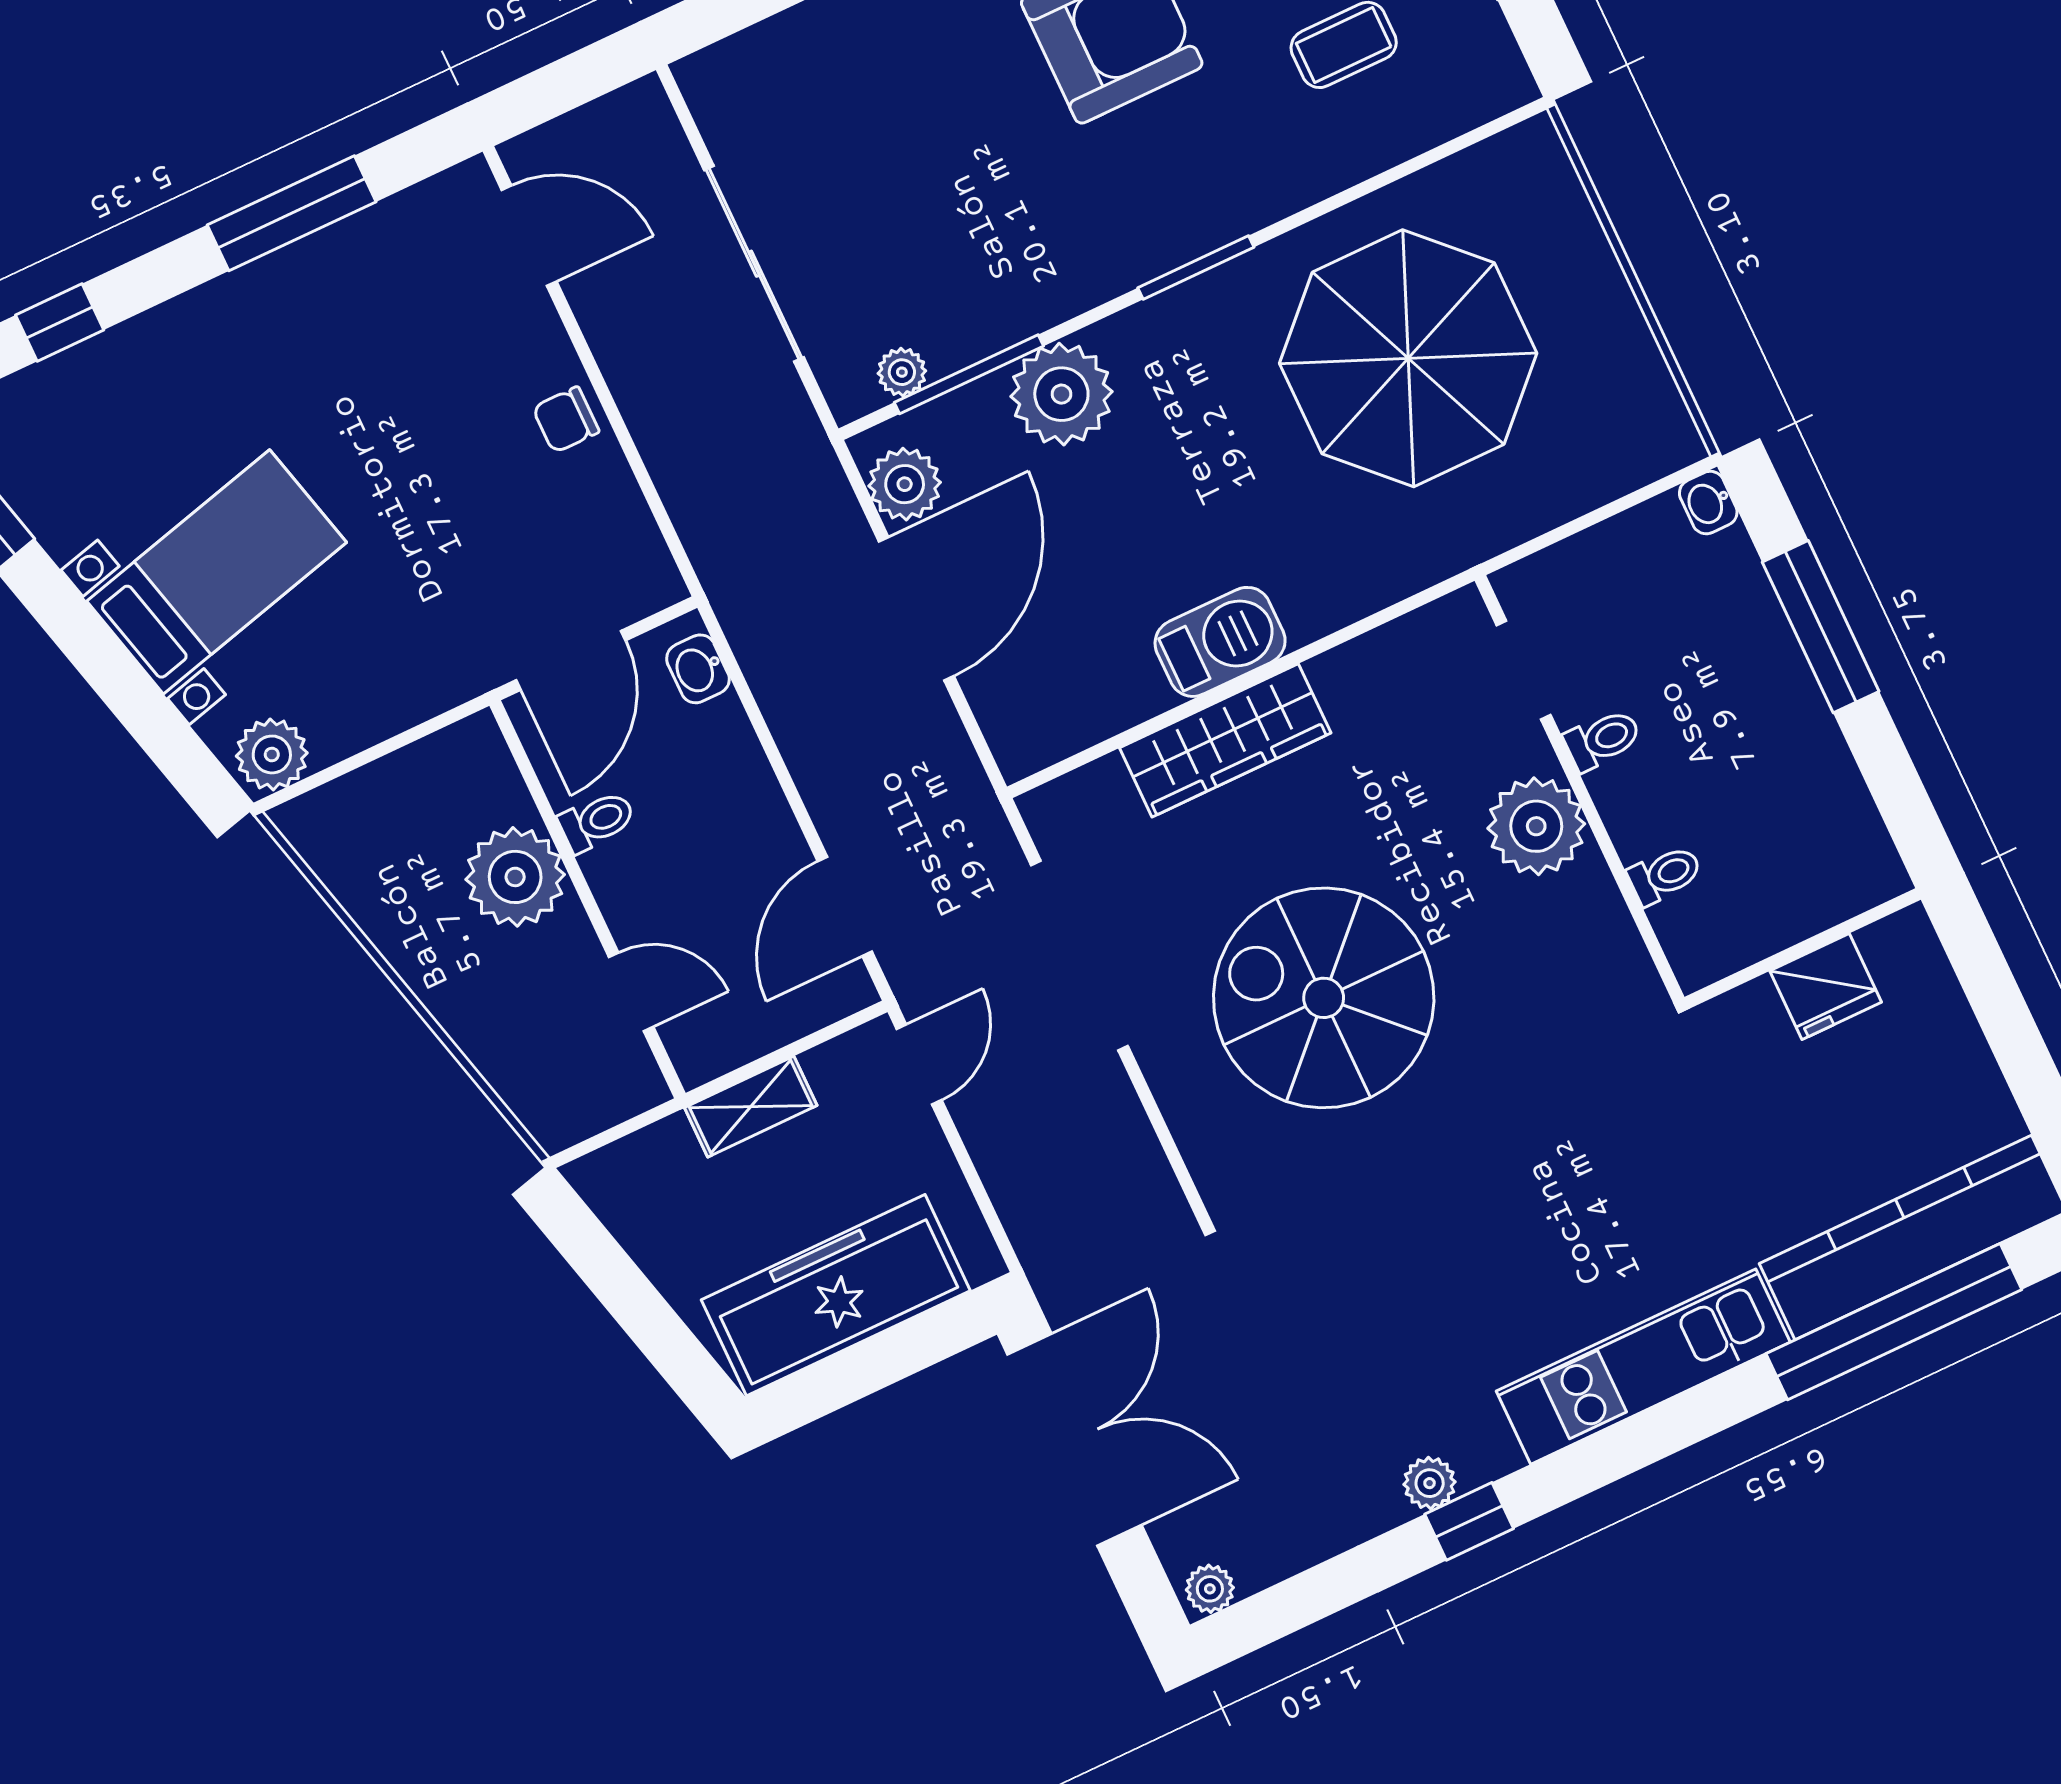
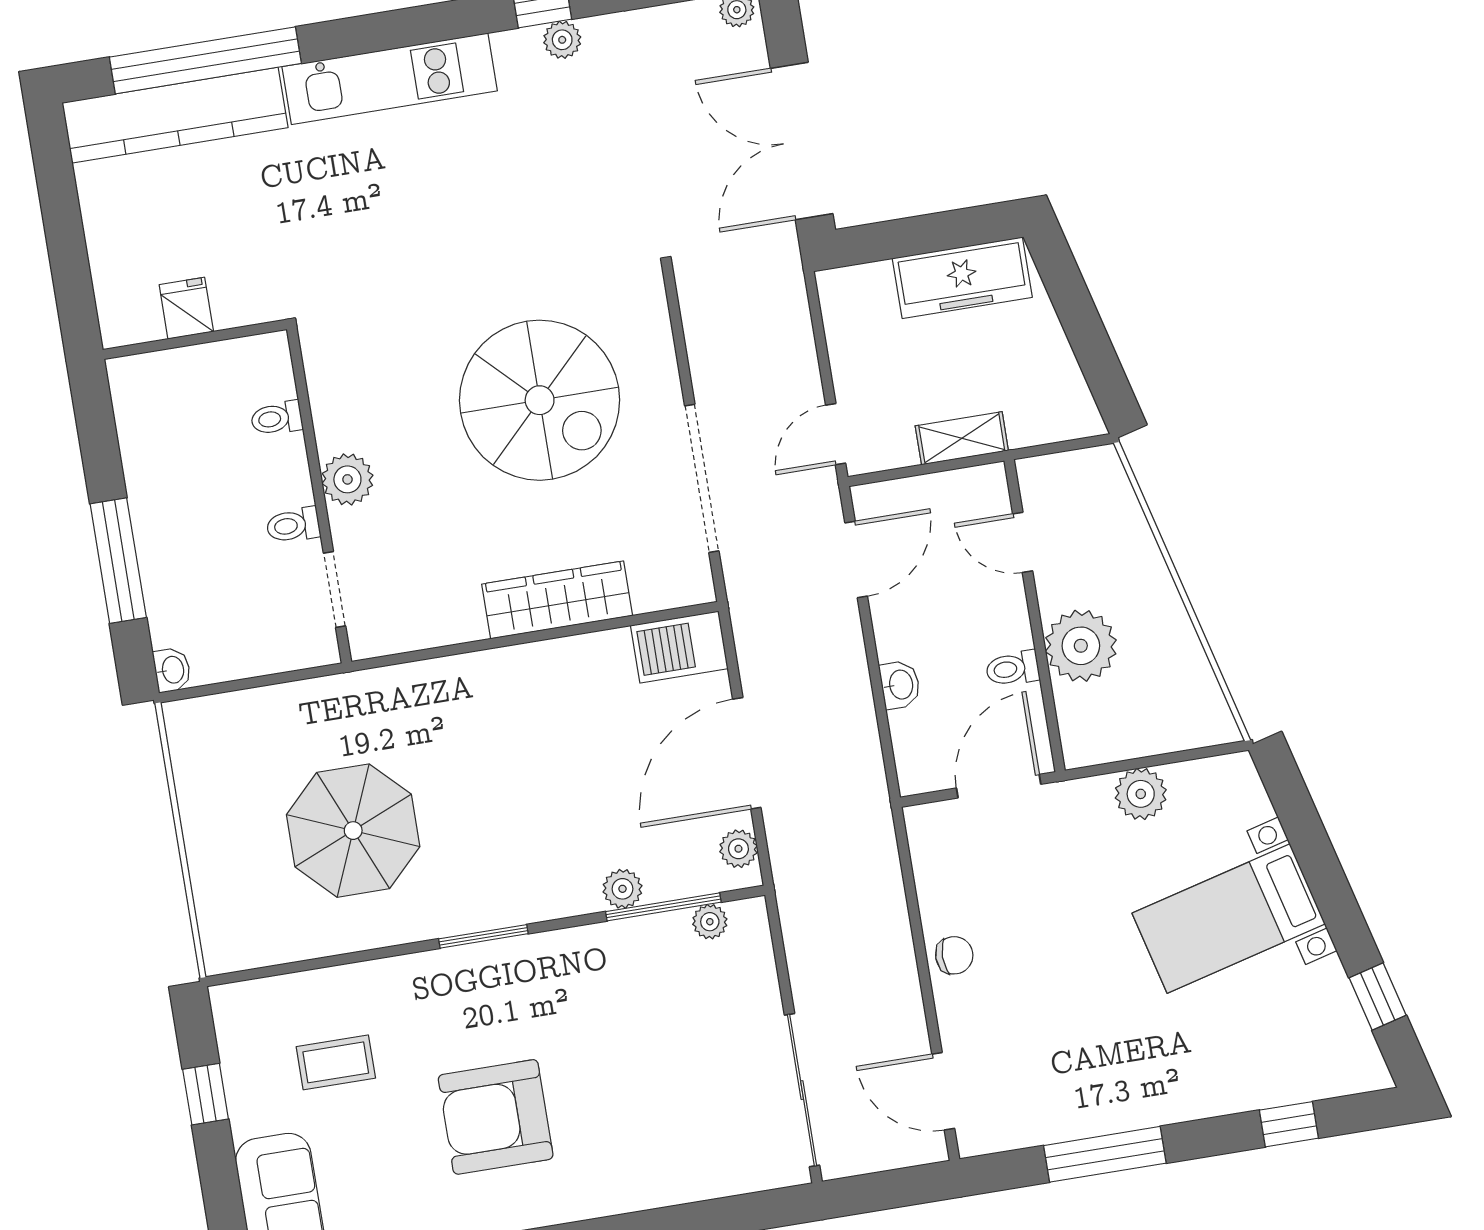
sliding door: (754, 264) -> (802, 1090), moved
parasol: (1408, 358) -> (353, 831), width x0.73, depth x0.73
plant: (1061, 394) -> (622, 889), width x0.53, depth x0.53
plant: (905, 484) -> (738, 849), width x0.73, depth x0.73
barbecue: (1220, 642) -> (679, 647), moved
washbasin: (698, 669) -> (900, 685), moved
plant: (272, 754) -> (1141, 794), moved
plant: (1536, 826) -> (347, 479), width x0.73, depth x0.73
fridge: (1826, 986) -> (186, 308), width x0.72
freezer: (836, 1295) -> (962, 278), width x0.73, depth x0.79

